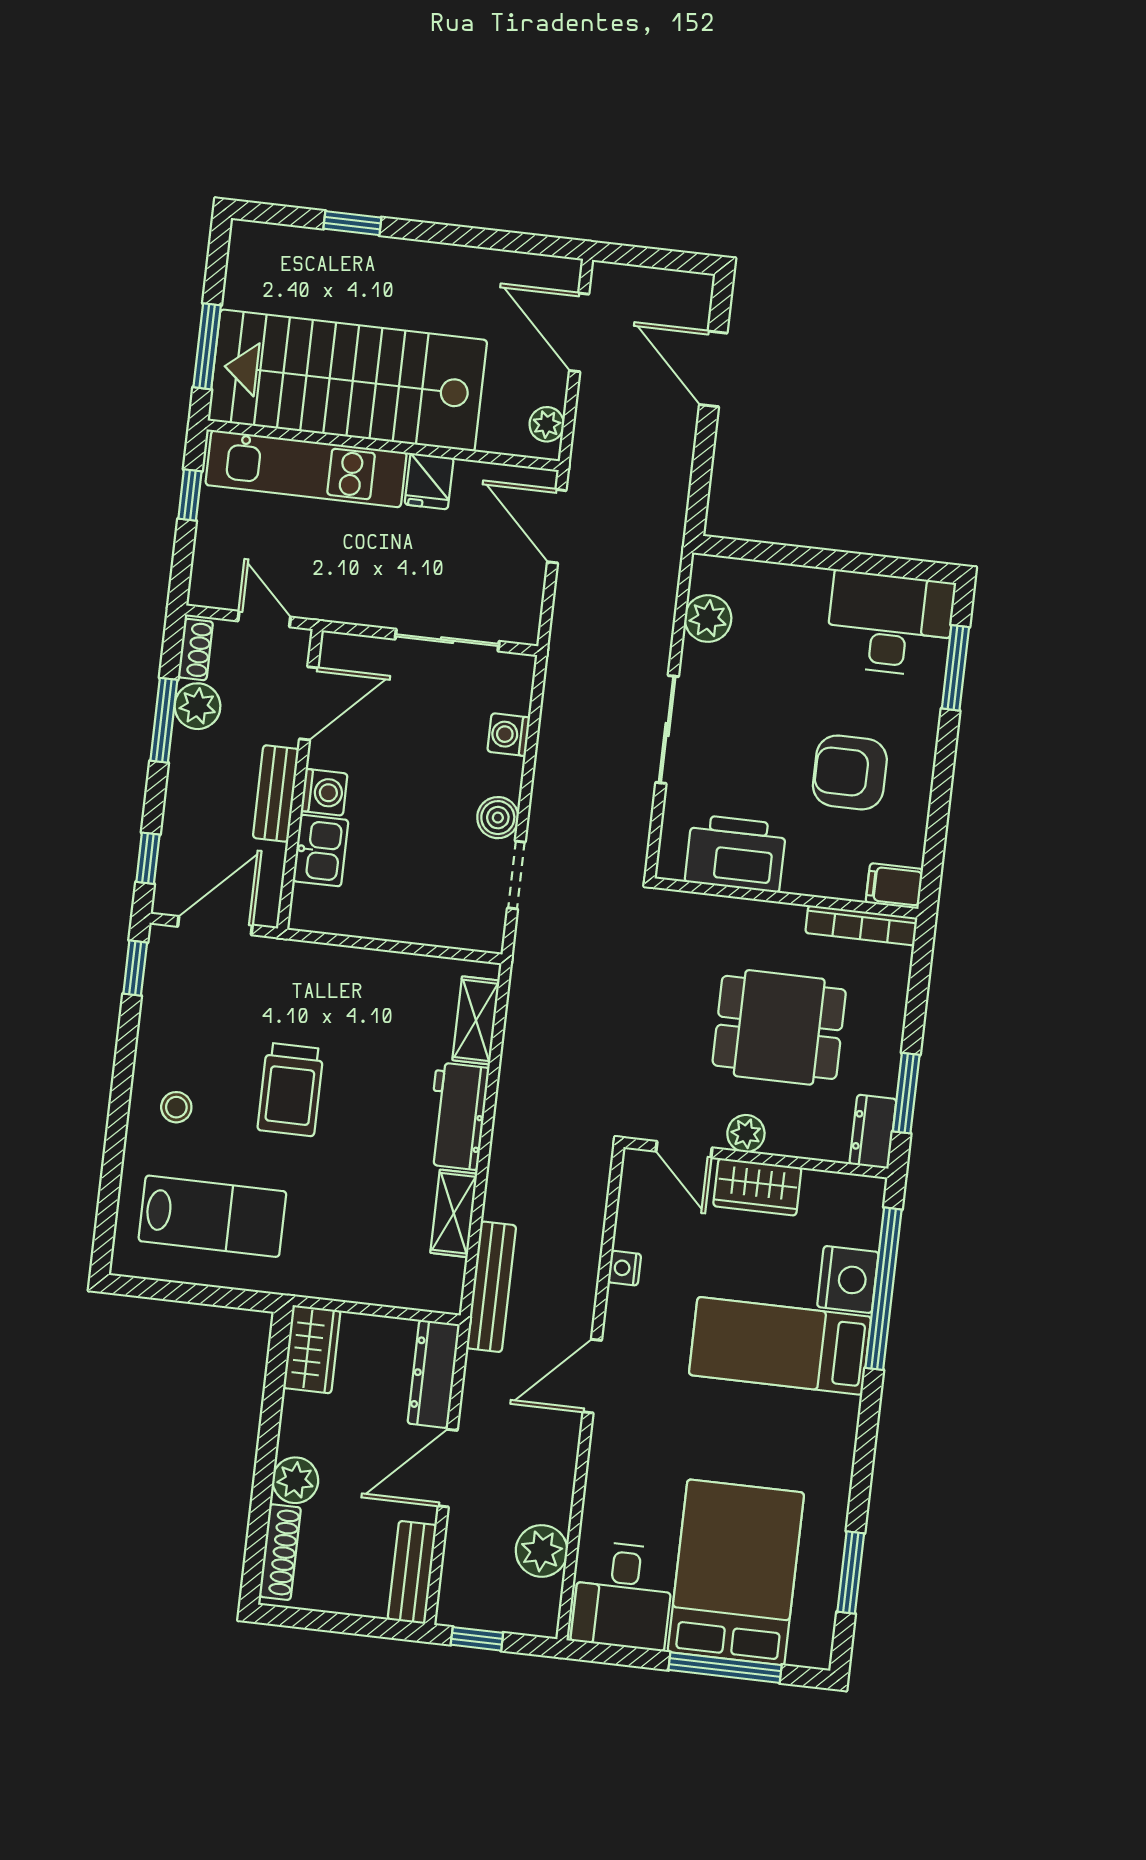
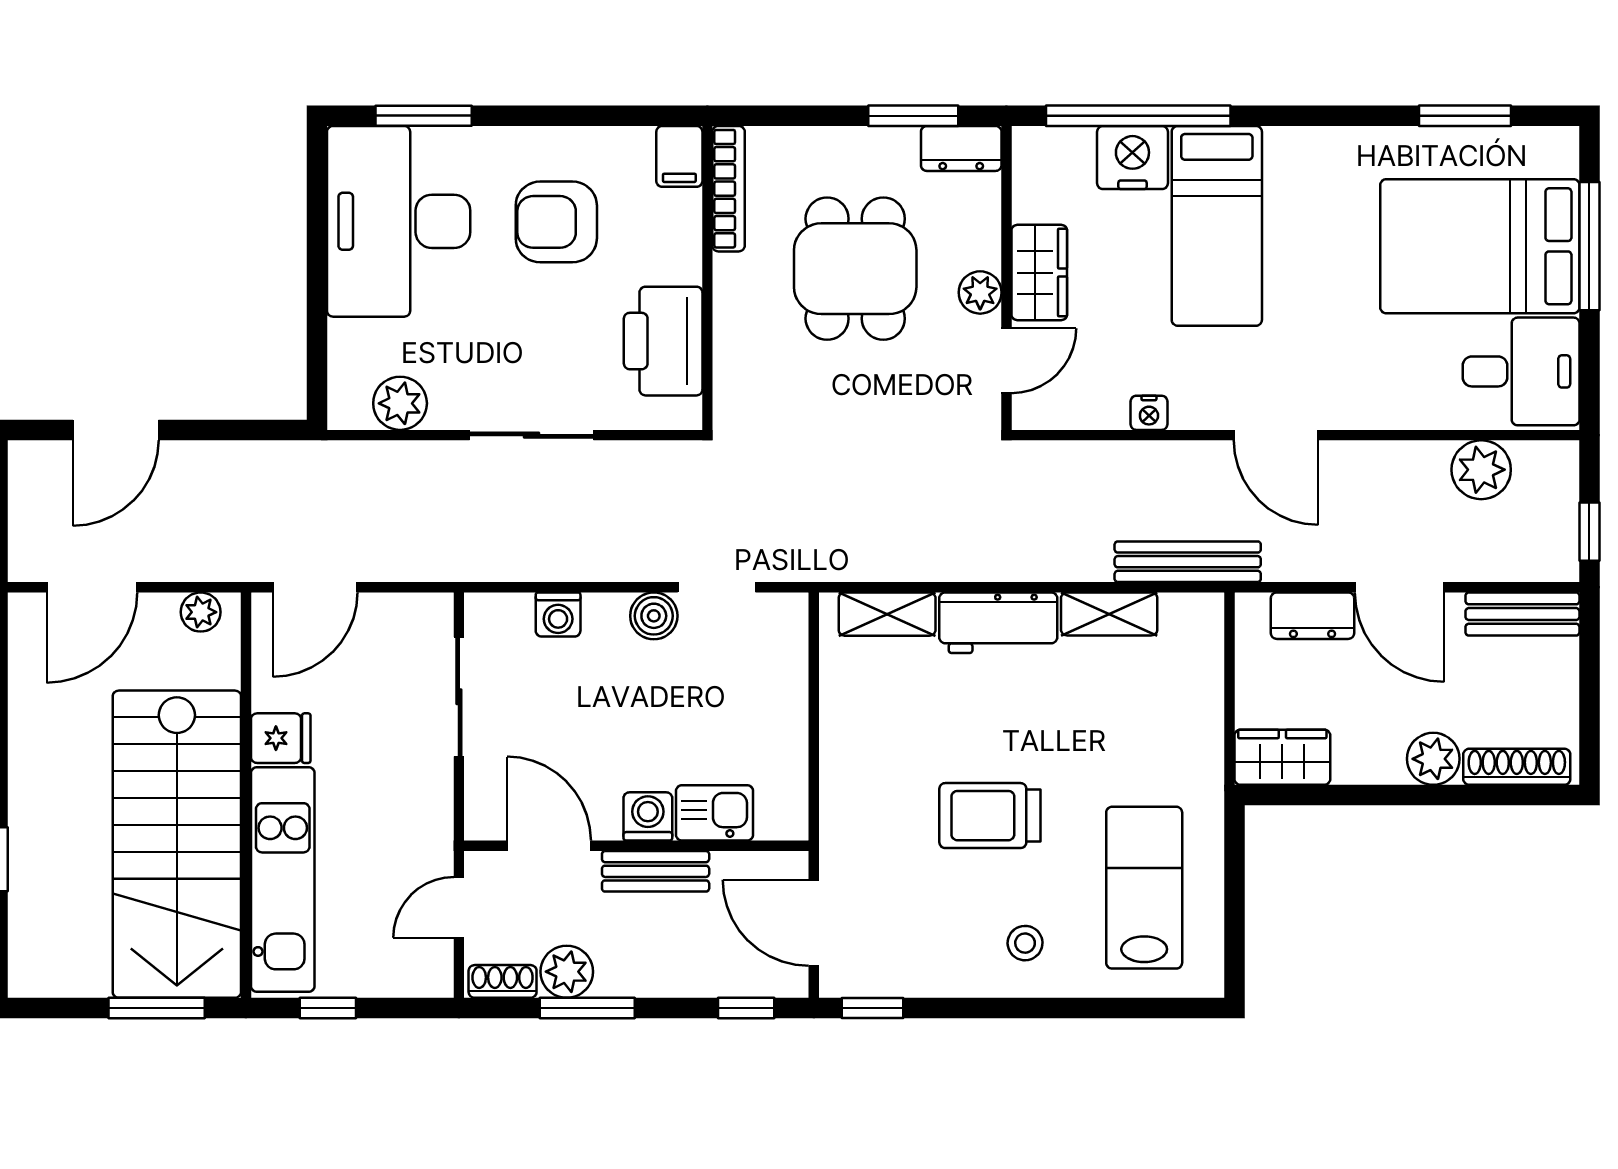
desk: (890, 624) -> (399, 221), width x1.36, depth x1.30
armchair: (850, 772) -> (556, 222), turned 90
trolley: (291, 1089) -> (990, 816), turned 180
dresser: (434, 1374) -> (1313, 616), width x0.70

